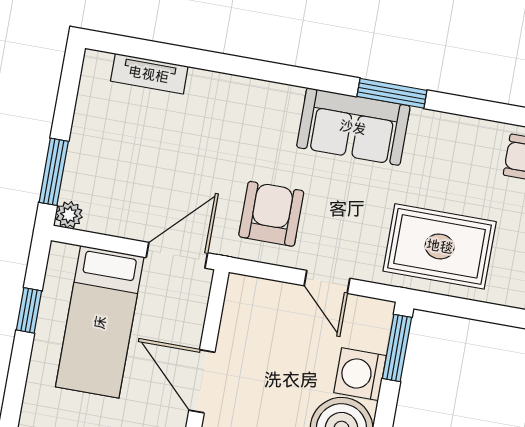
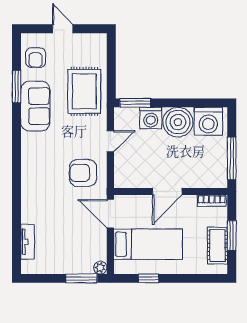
window: (392, 93) -> (17, 87), moved
sofa: (353, 127) -> (35, 106), moved

